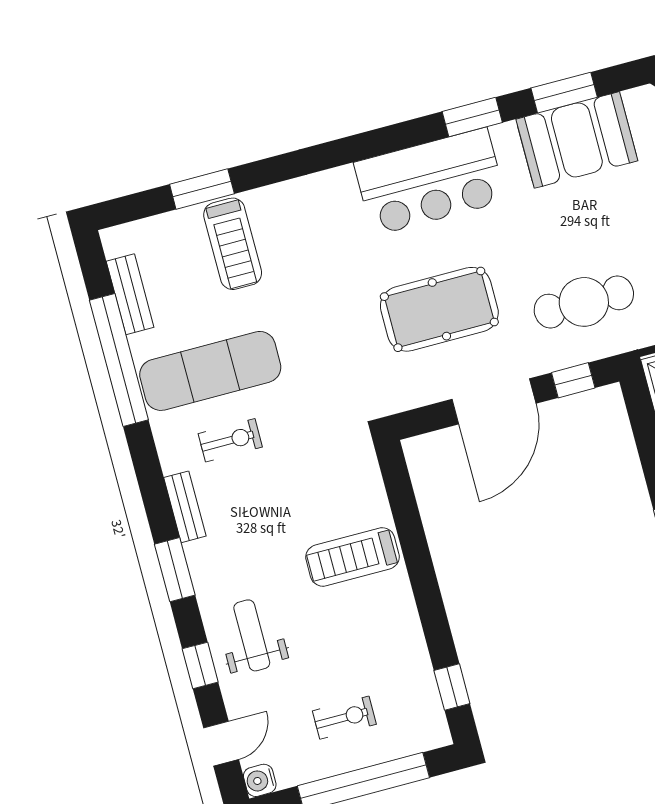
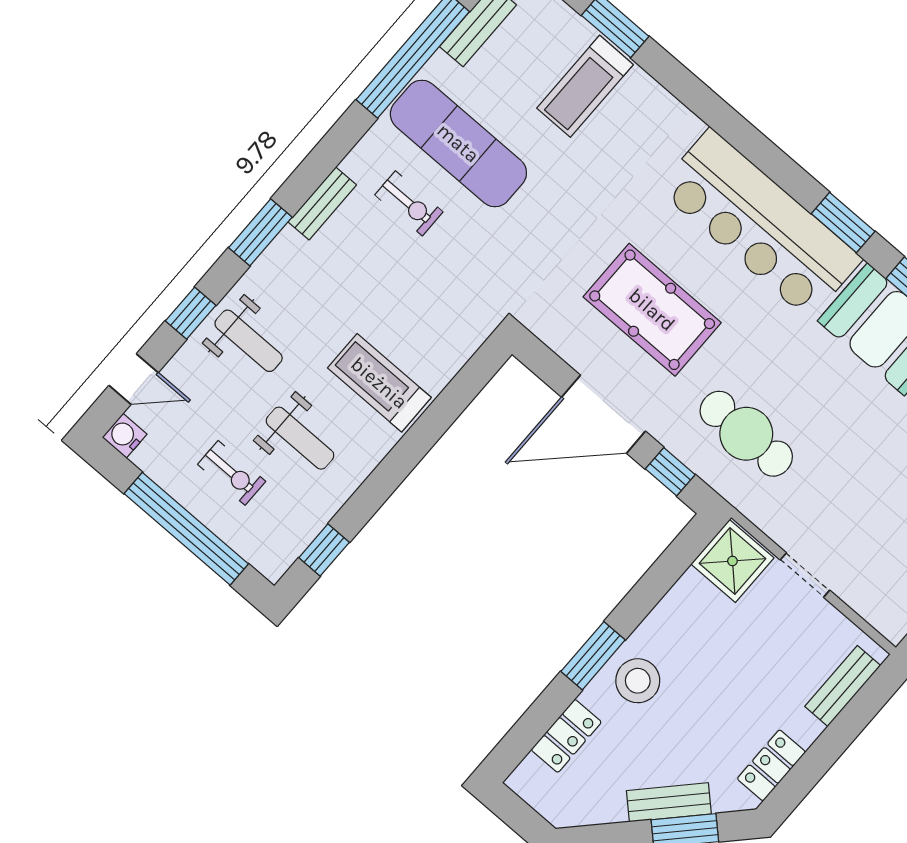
bar counter: (430, 182) -> (760, 224), width x1.36
weight bench: (252, 635) -> (249, 341), turned 90
weight bench: (353, 647) -> (300, 438), added

